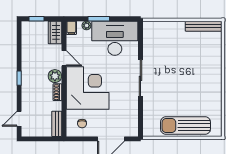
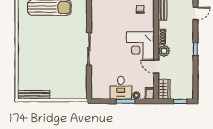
desk: (115, 38) -> (121, 88), width x0.53, depth x0.77
corner desk: (88, 88) -> (140, 45), width x0.74, depth x0.74

